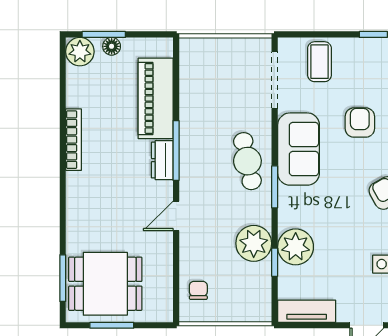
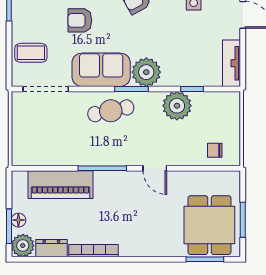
dresser: (162, 160) -> (51, 248), moved, turned 180
plant: (296, 247) -> (146, 72), moved

